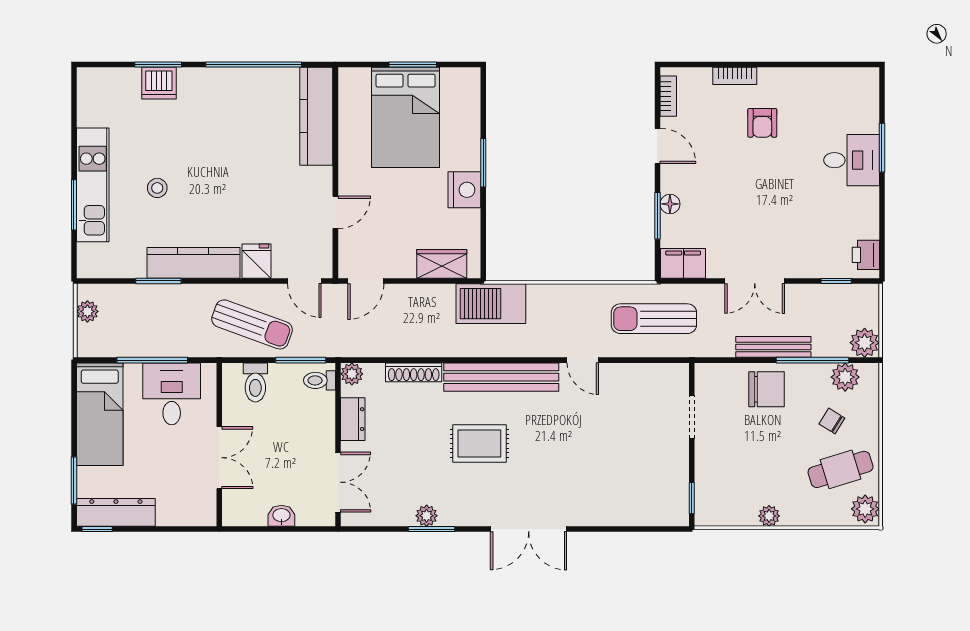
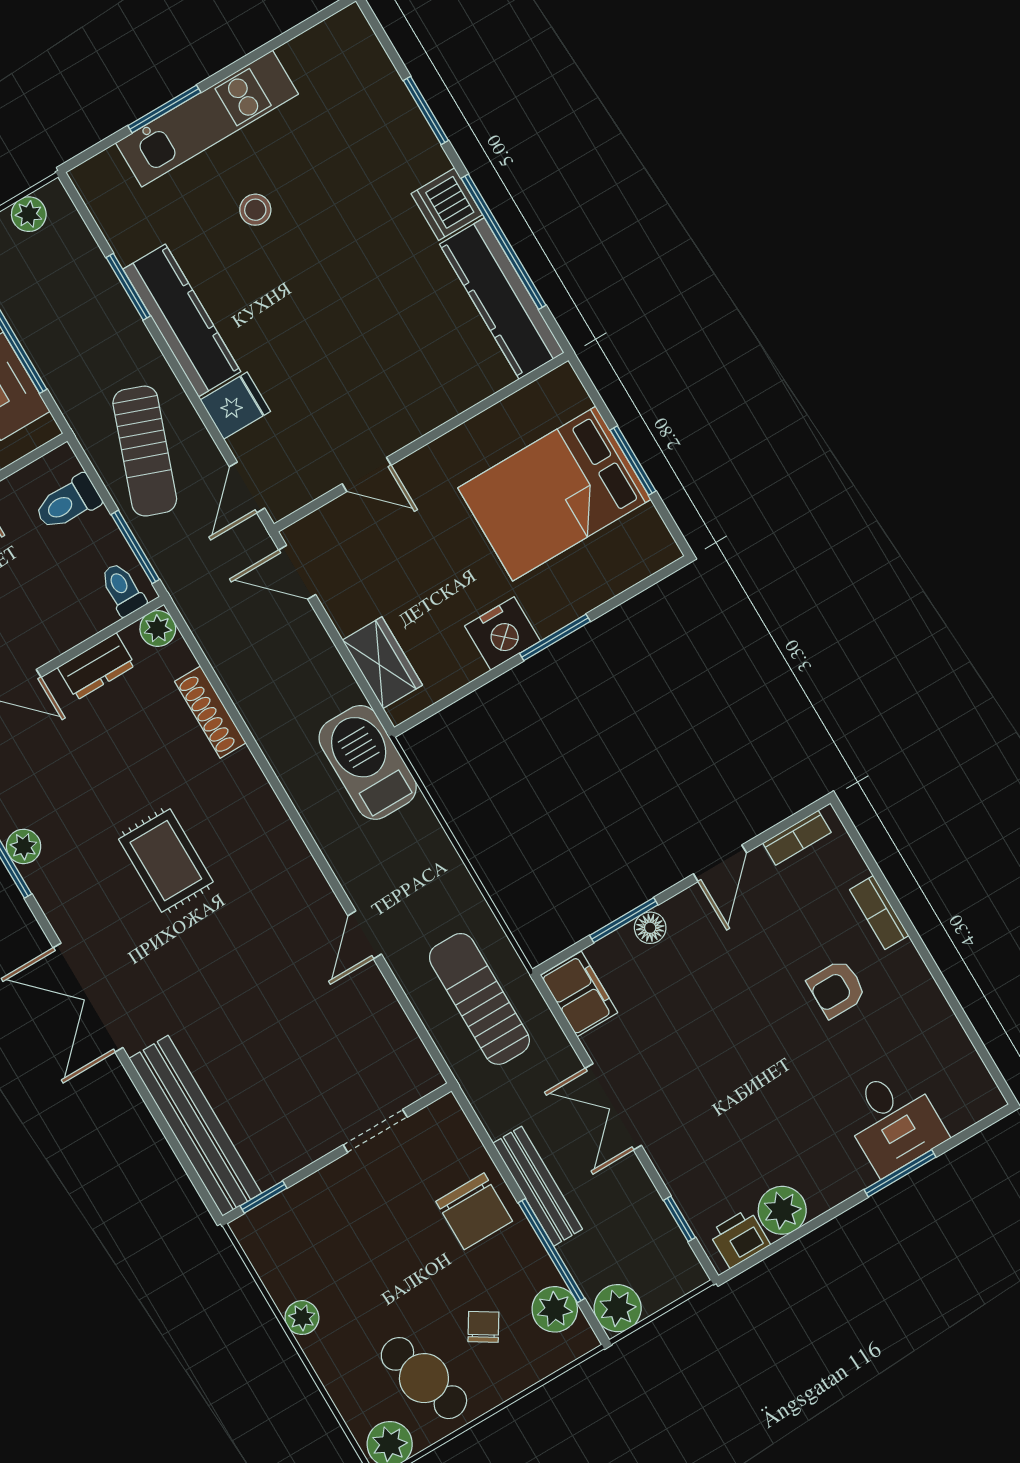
dishwasher: (159, 83) -> (447, 204), moved
kitchen counter: (316, 116) -> (502, 298), moved, turned -90
desk: (852, 160) -> (893, 1121), moved
plant: (864, 223) -> (782, 1210), added
bench: (501, 377) -> (195, 1126), moved

